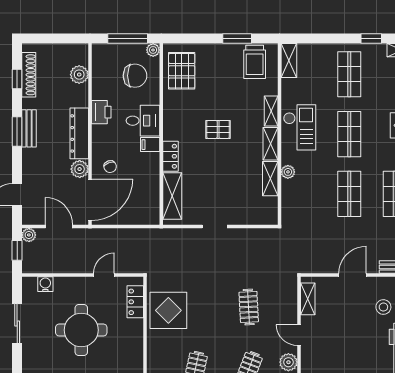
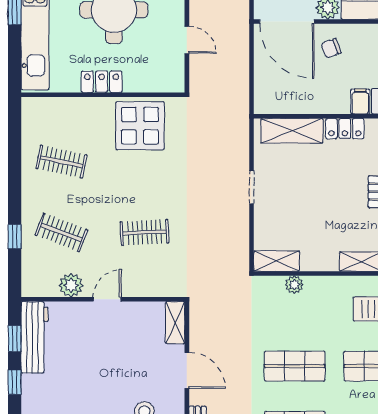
plant: (288, 172) -> (294, 285), moved
shelving: (270, 179) -> (276, 261), moved
shelving: (308, 299) -> (175, 323), moved, turned 90
locker: (135, 302) -> (102, 82), moved

